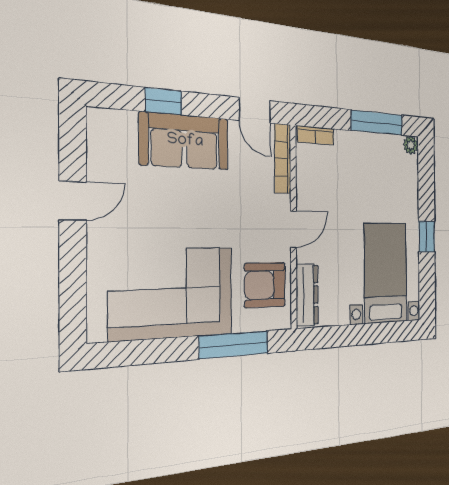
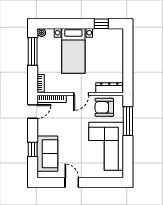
sofa: (185, 141) -> (47, 154), moved
door: (293, 229) -> (81, 94), swing flipped
window: (427, 237) -> (101, 24), moved
bed with nightstands: (386, 273) -> (73, 51), moved, turned -90
armchair: (265, 285) -> (104, 107), turned 90

